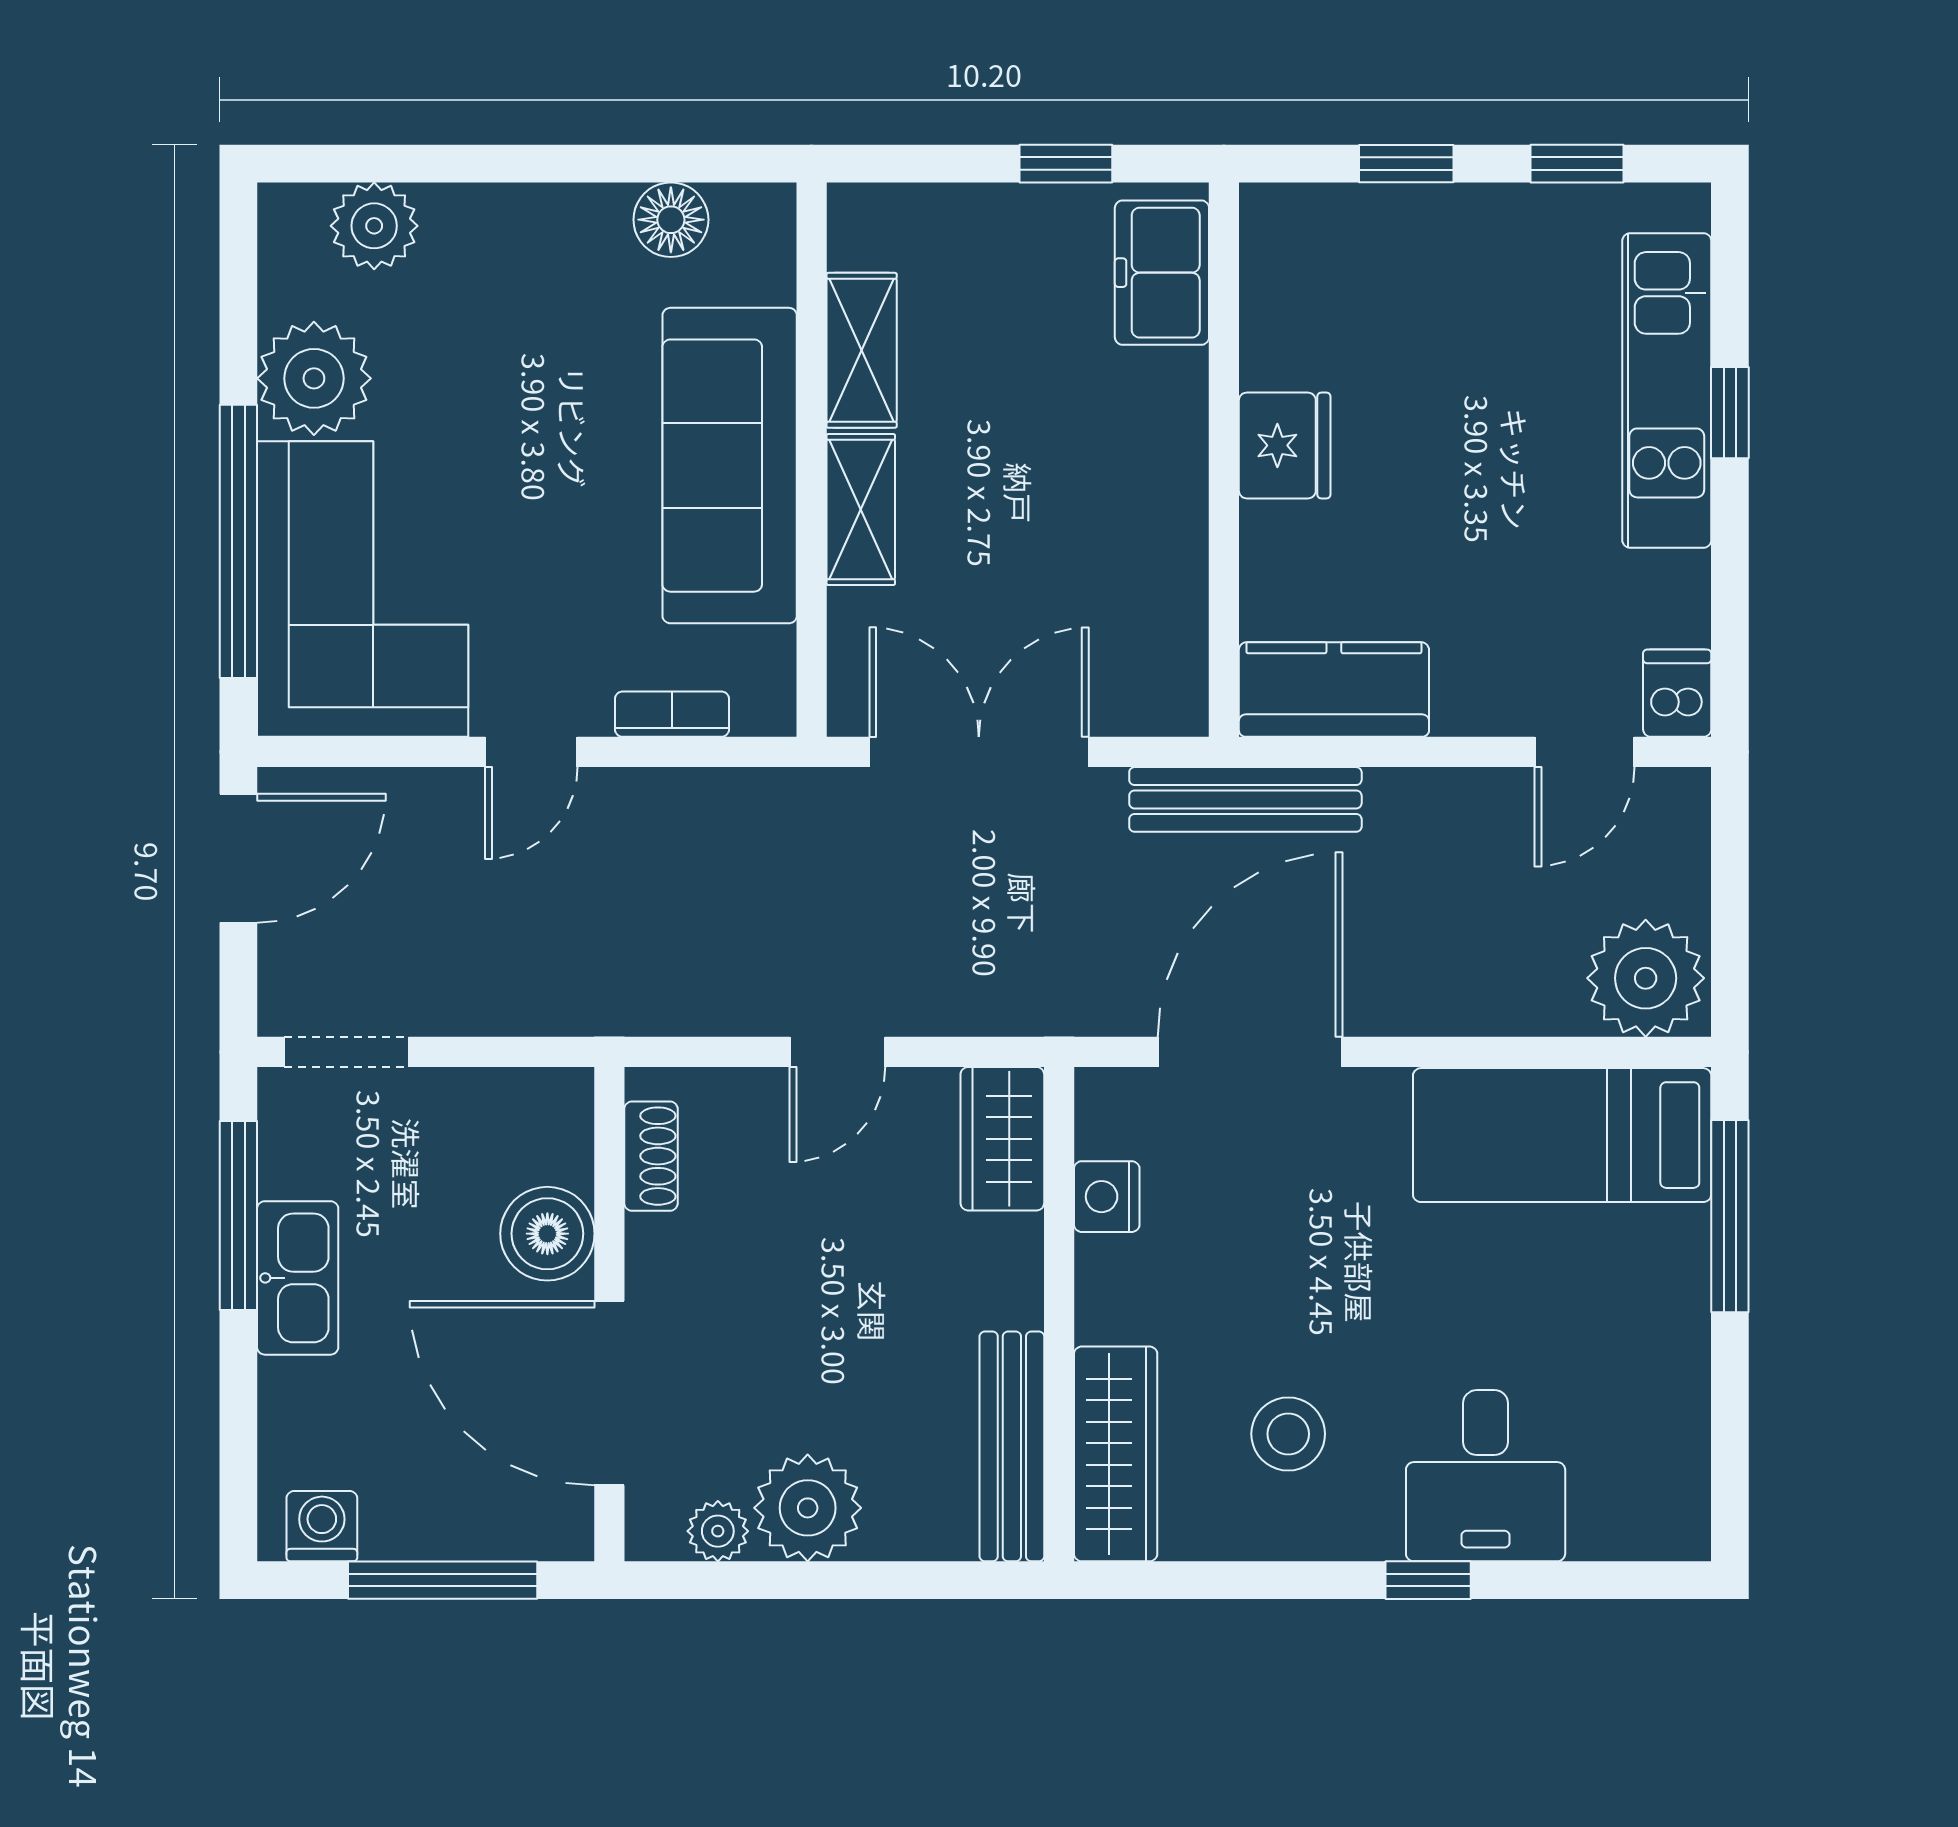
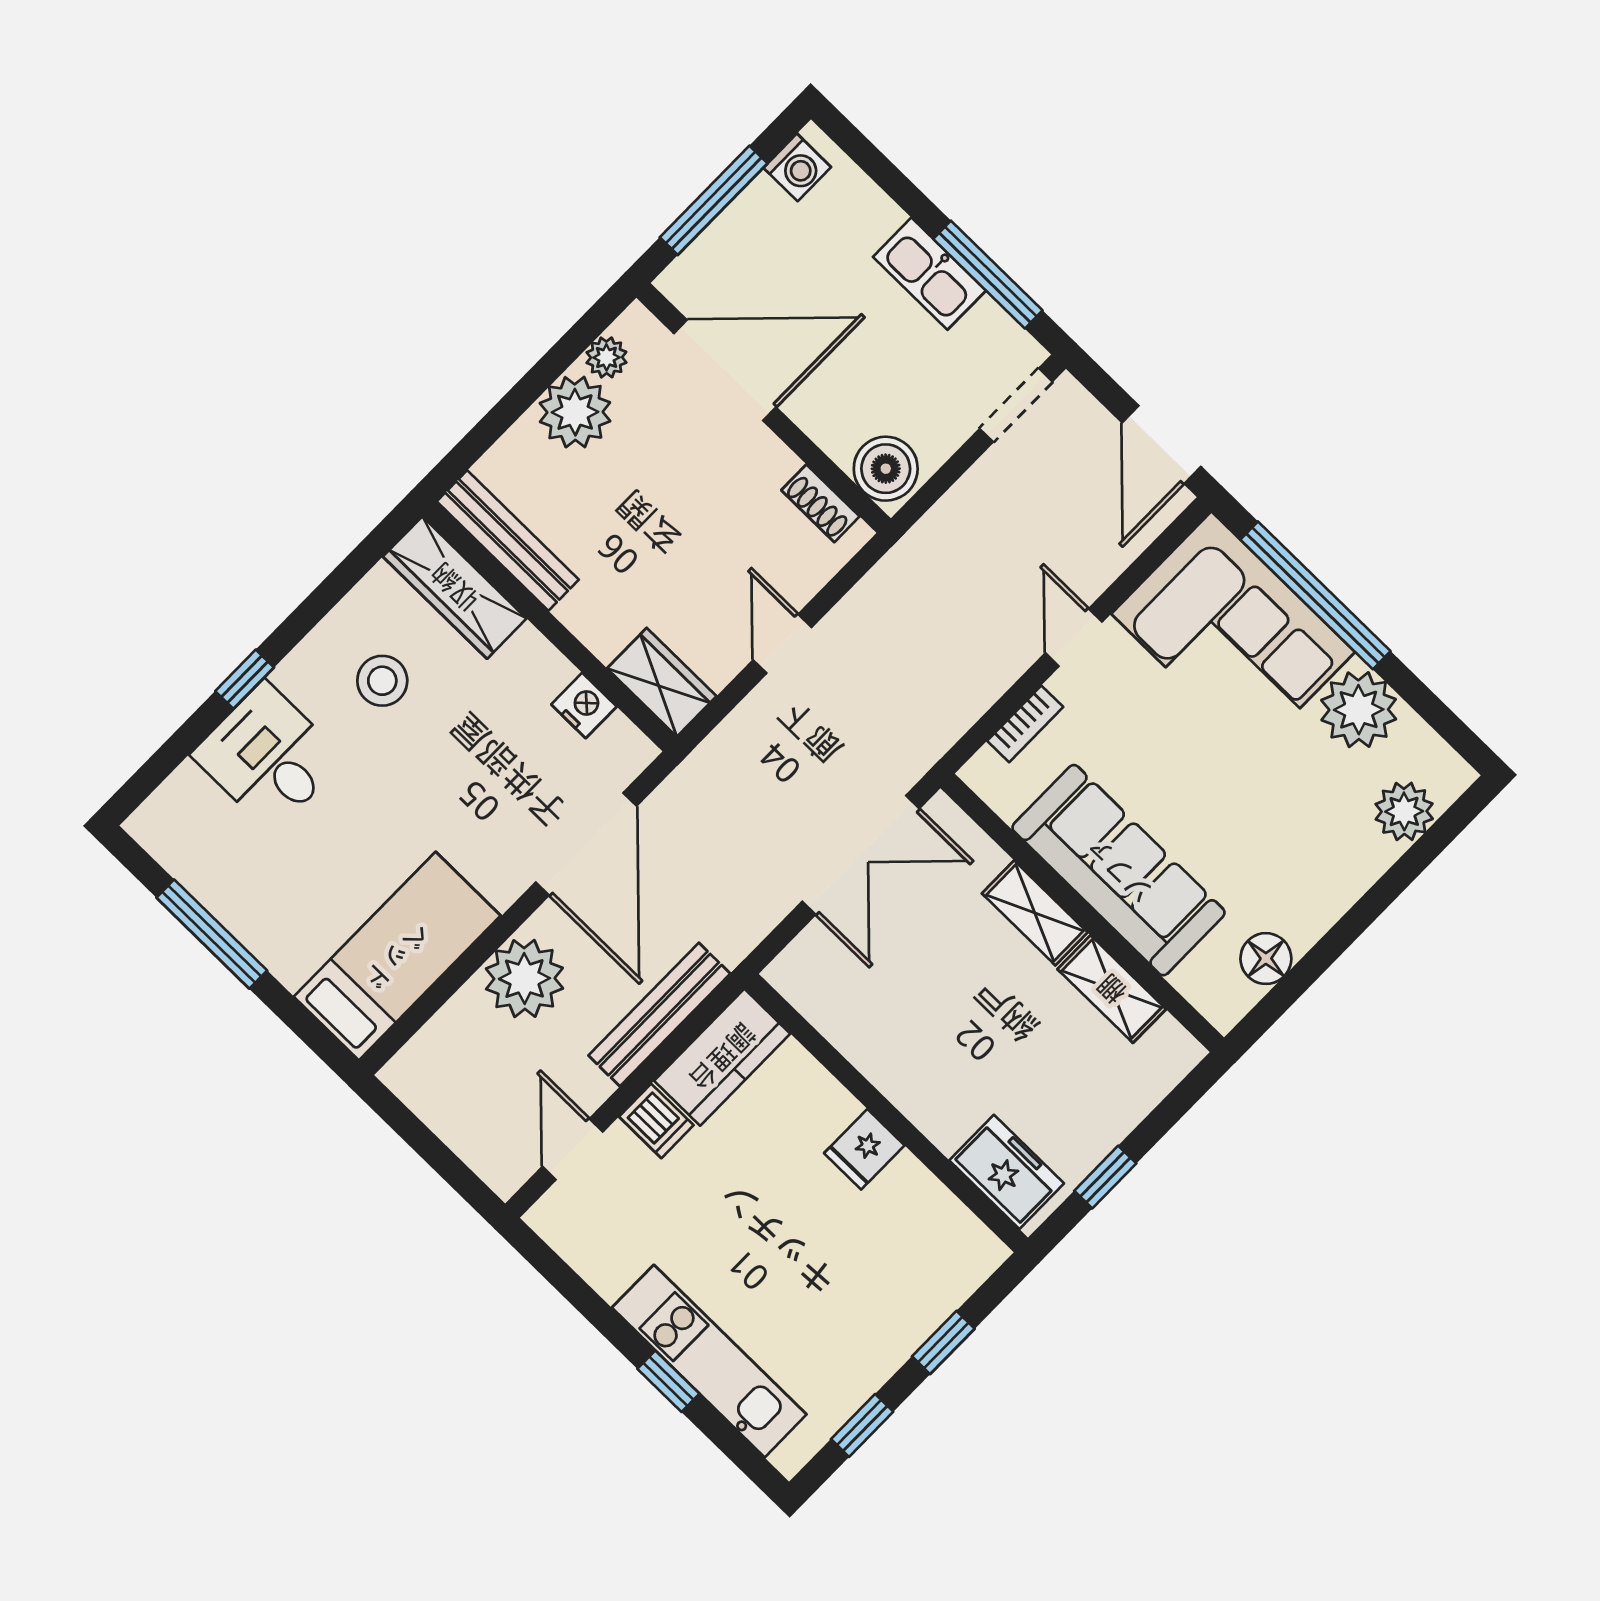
fridge: (1285, 445) -> (864, 1149), width x0.72
dishwasher: (1677, 693) -> (656, 1121), moved
bench: (1245, 799) -> (659, 1015), moved
plant: (1646, 978) -> (524, 978), moved
window: (1730, 1216) -> (212, 934), moved
boiler: (547, 1234) -> (886, 469), moved

